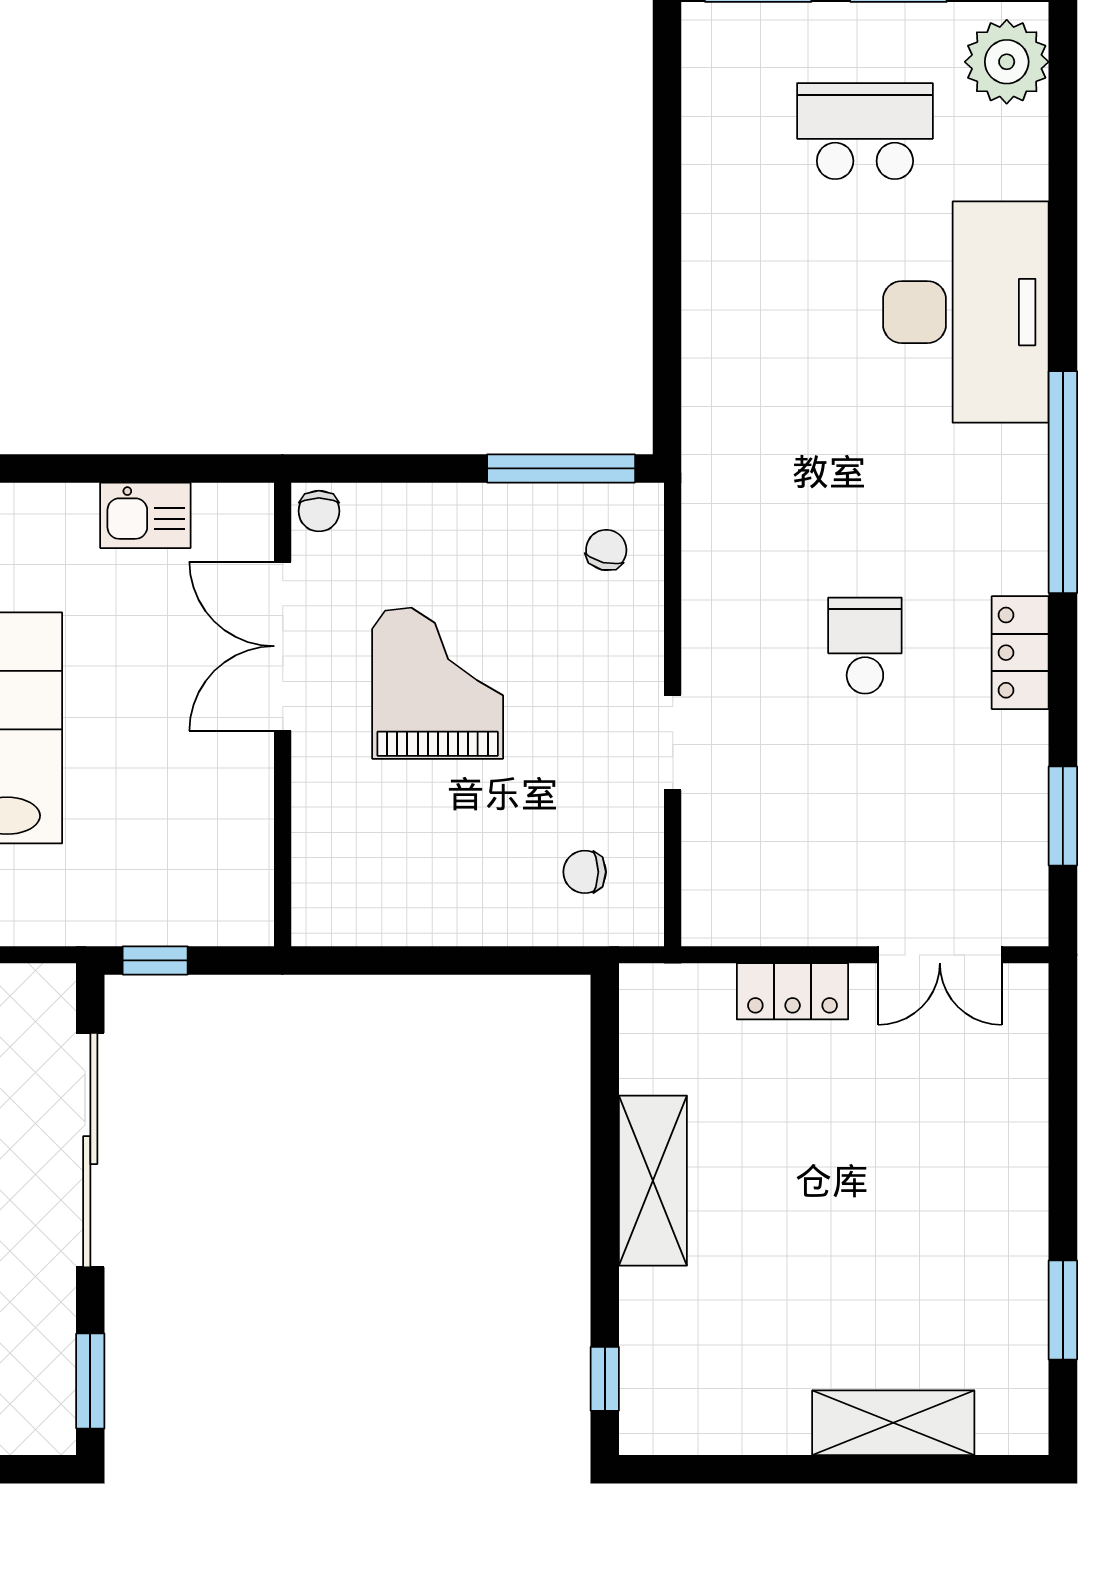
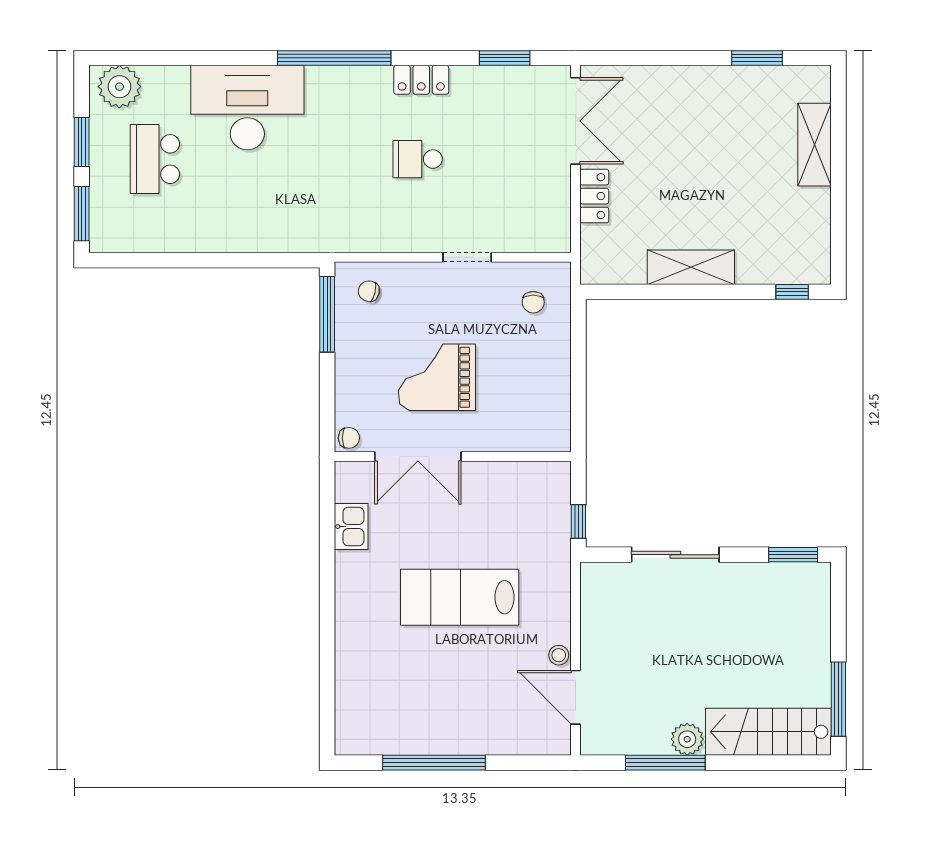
double door: (940, 955) -> (576, 121), width x1.37
sliding door: (90, 1150) -> (675, 555), width x0.73

